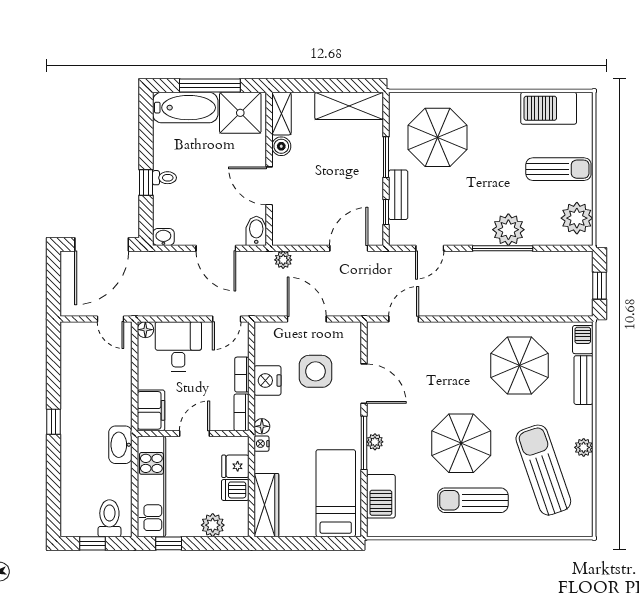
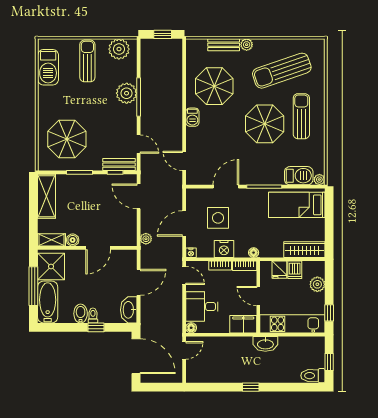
bench: (398, 195) -> (119, 164), moved
bidet: (256, 231) -> (81, 314), moved, turned 90
washbasin: (163, 237) -> (129, 310), width x1.91, depth x1.45
barbecue: (583, 340) -> (192, 117), moved, turned -90
plant: (375, 442) -> (319, 180), moved
nightstand: (262, 444) -> (191, 253), moved
plant: (584, 447) -> (247, 45), moved
sun lounger: (473, 500) -> (301, 116), turned 180
toilet: (109, 518) -> (313, 376), moved

